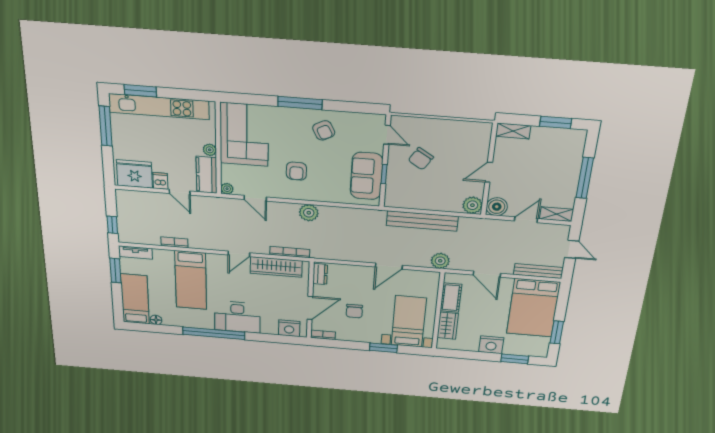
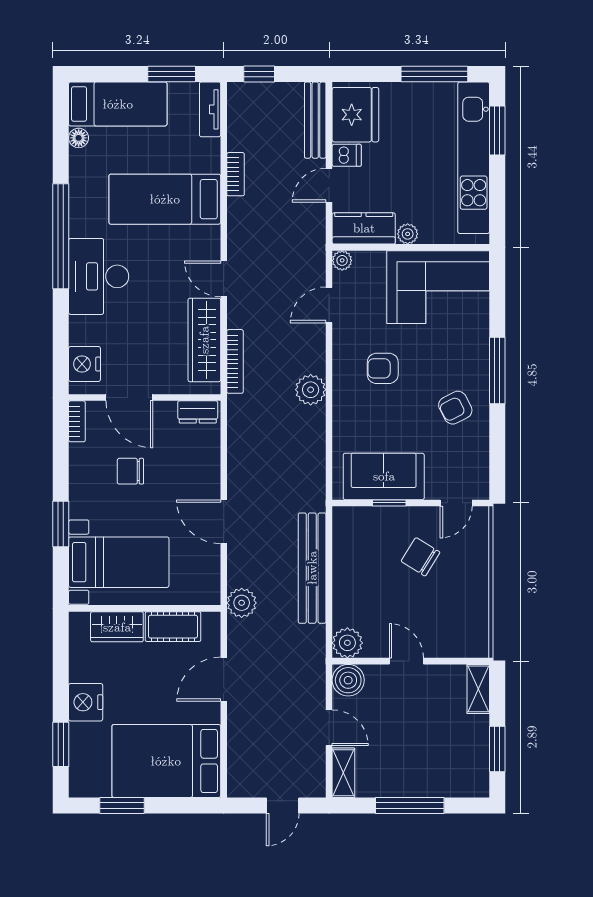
bench: (538, 271) -> (315, 120), moved

